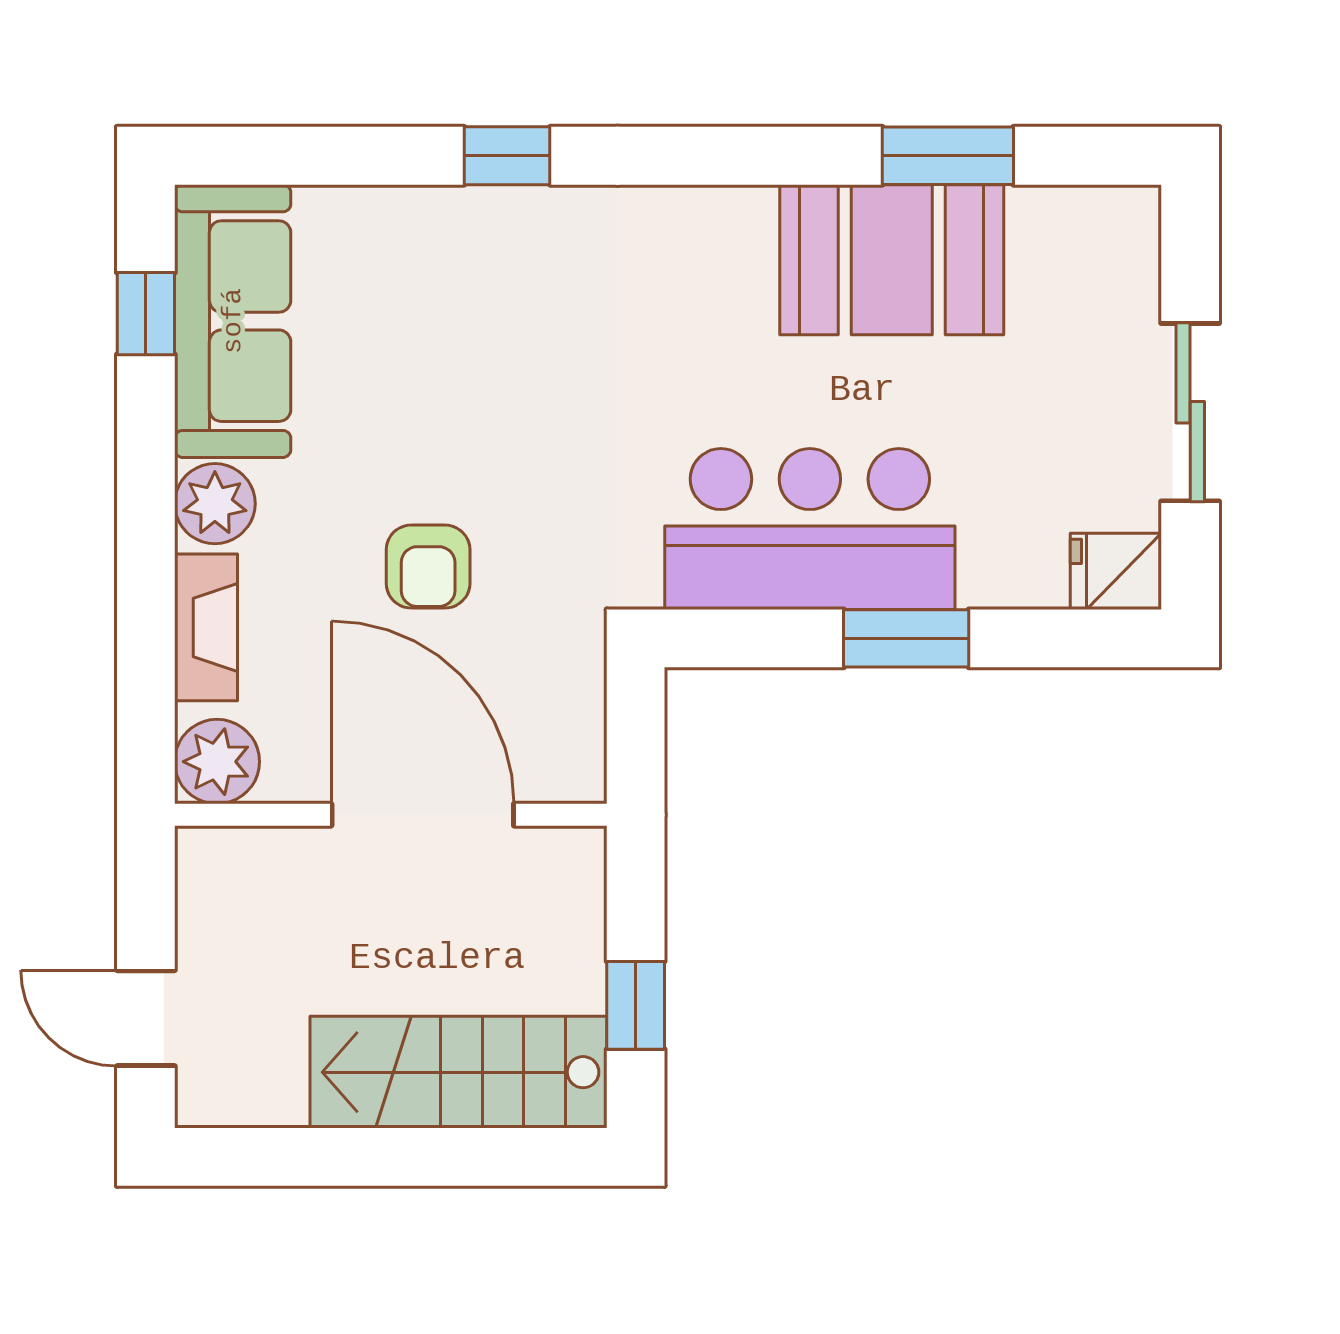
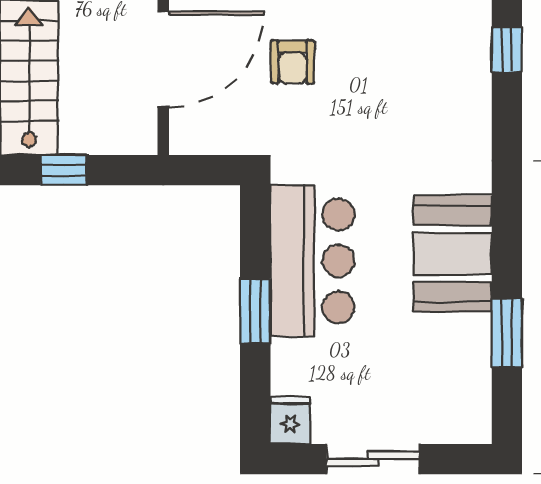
window: (507, 156) -> (507, 50), moved
booth: (892, 260) -> (453, 254), moved
armchair: (428, 567) -> (293, 62), turned -90

